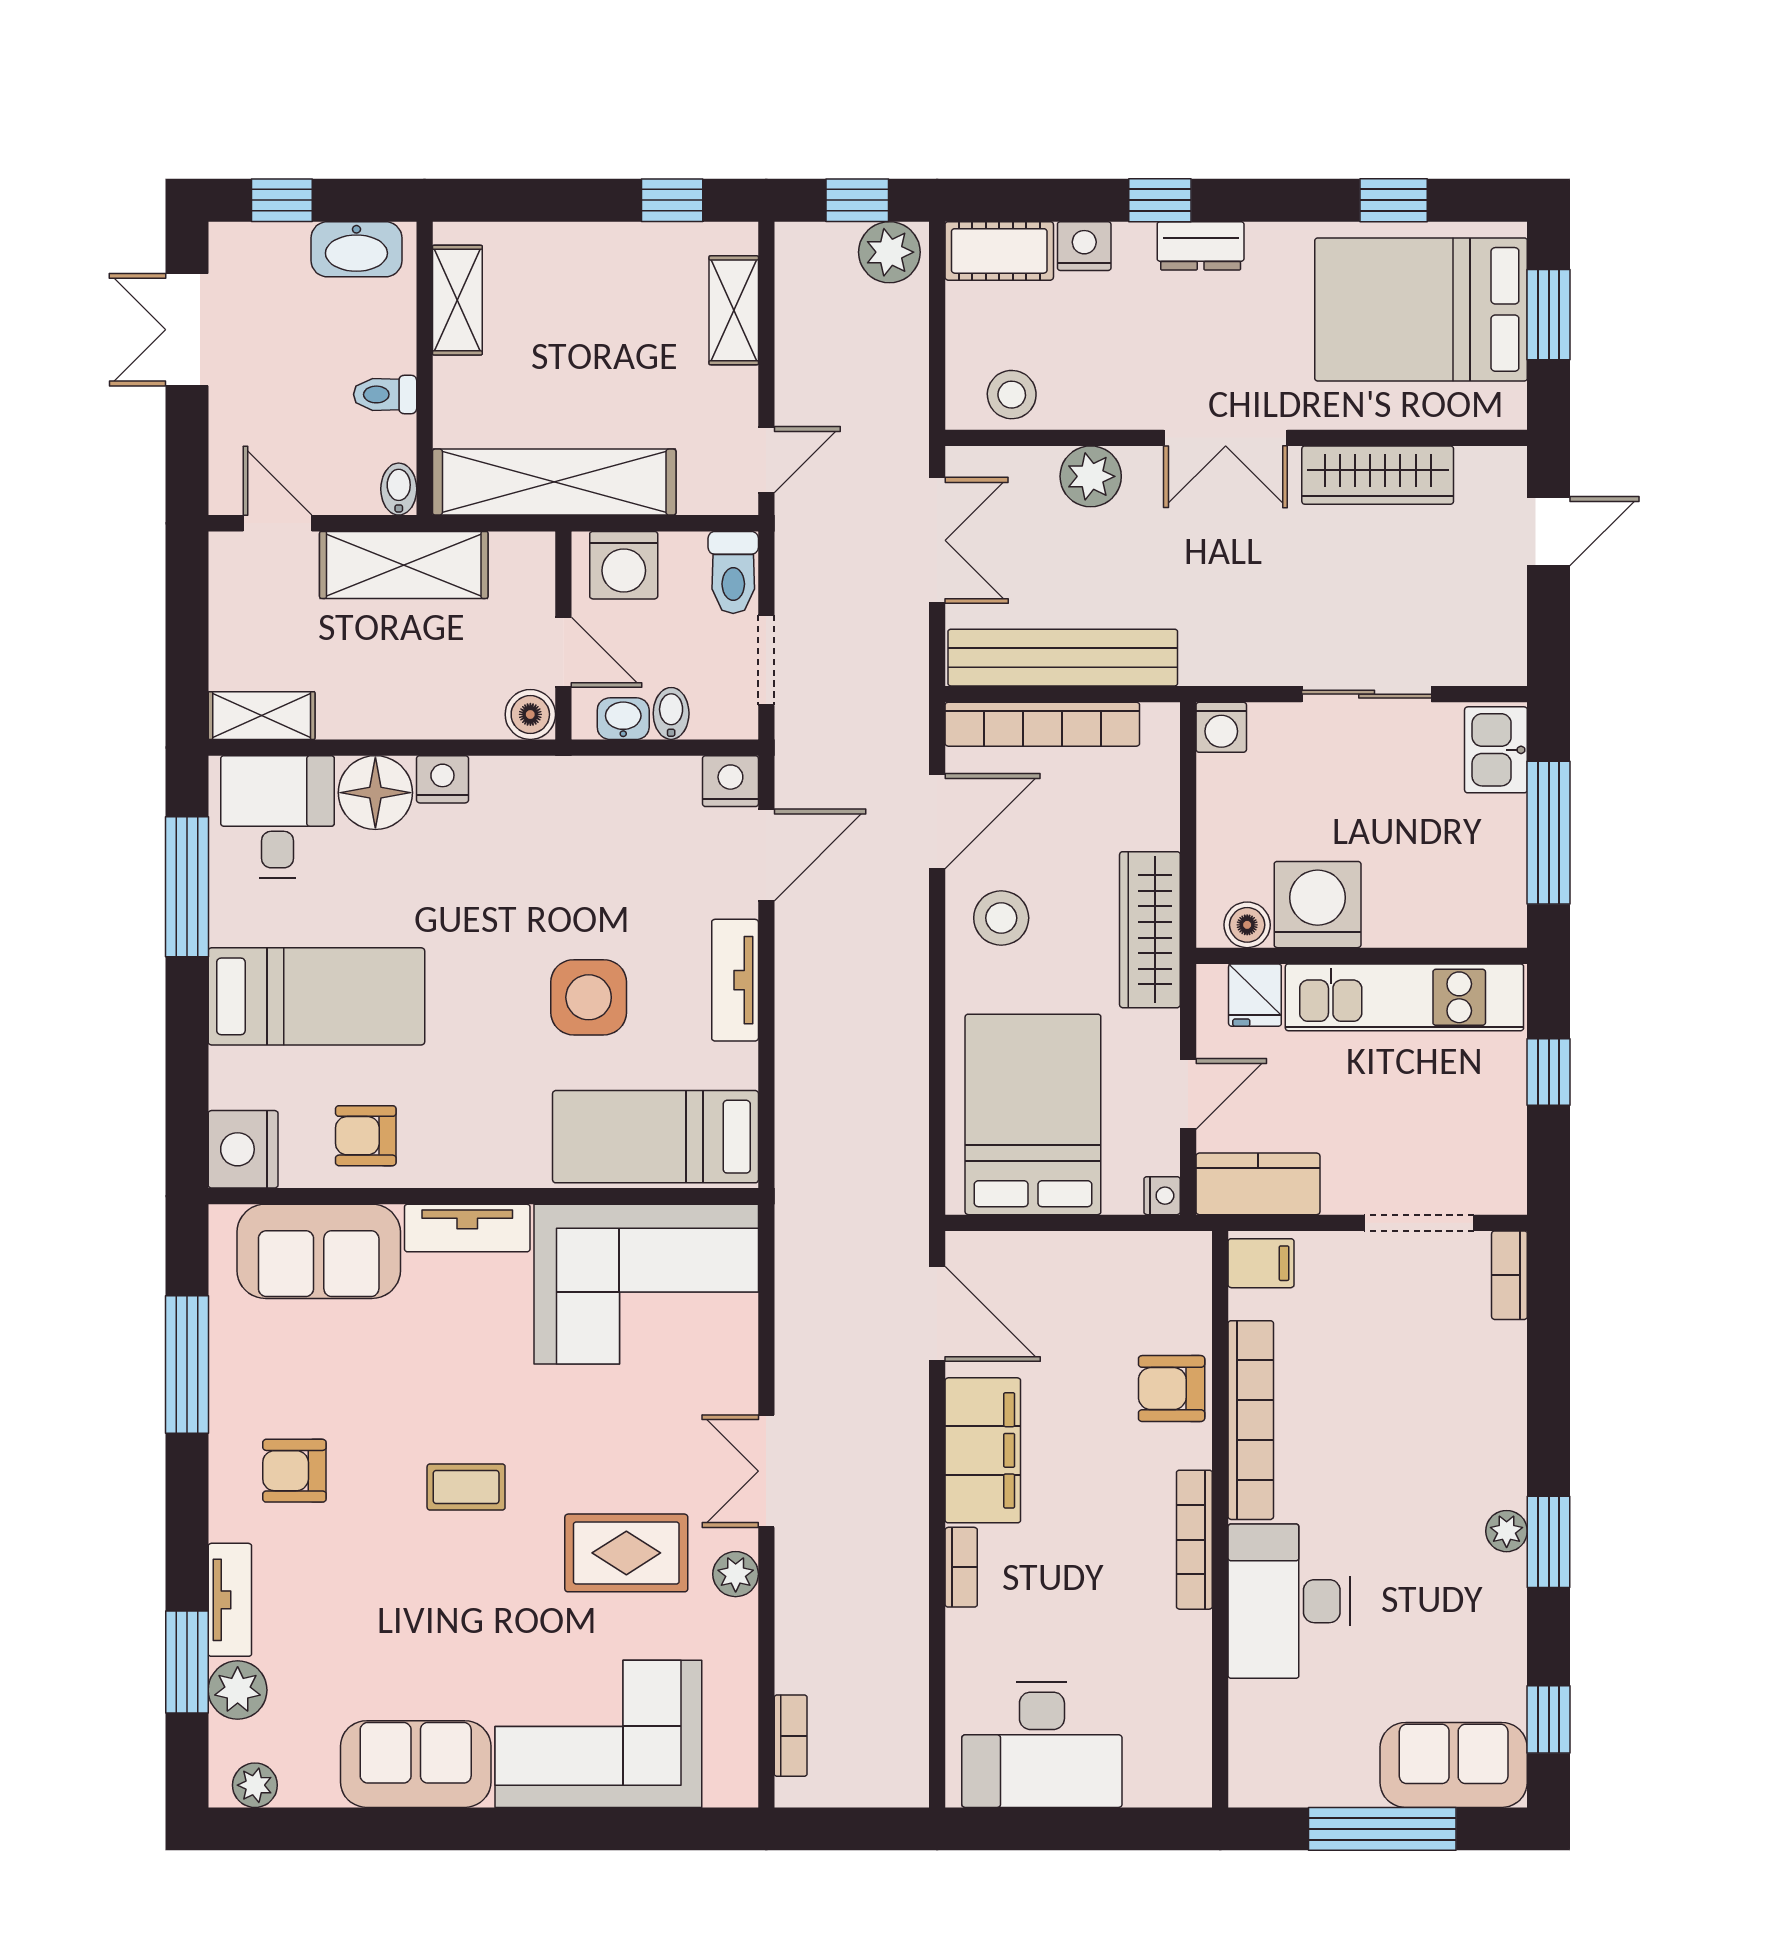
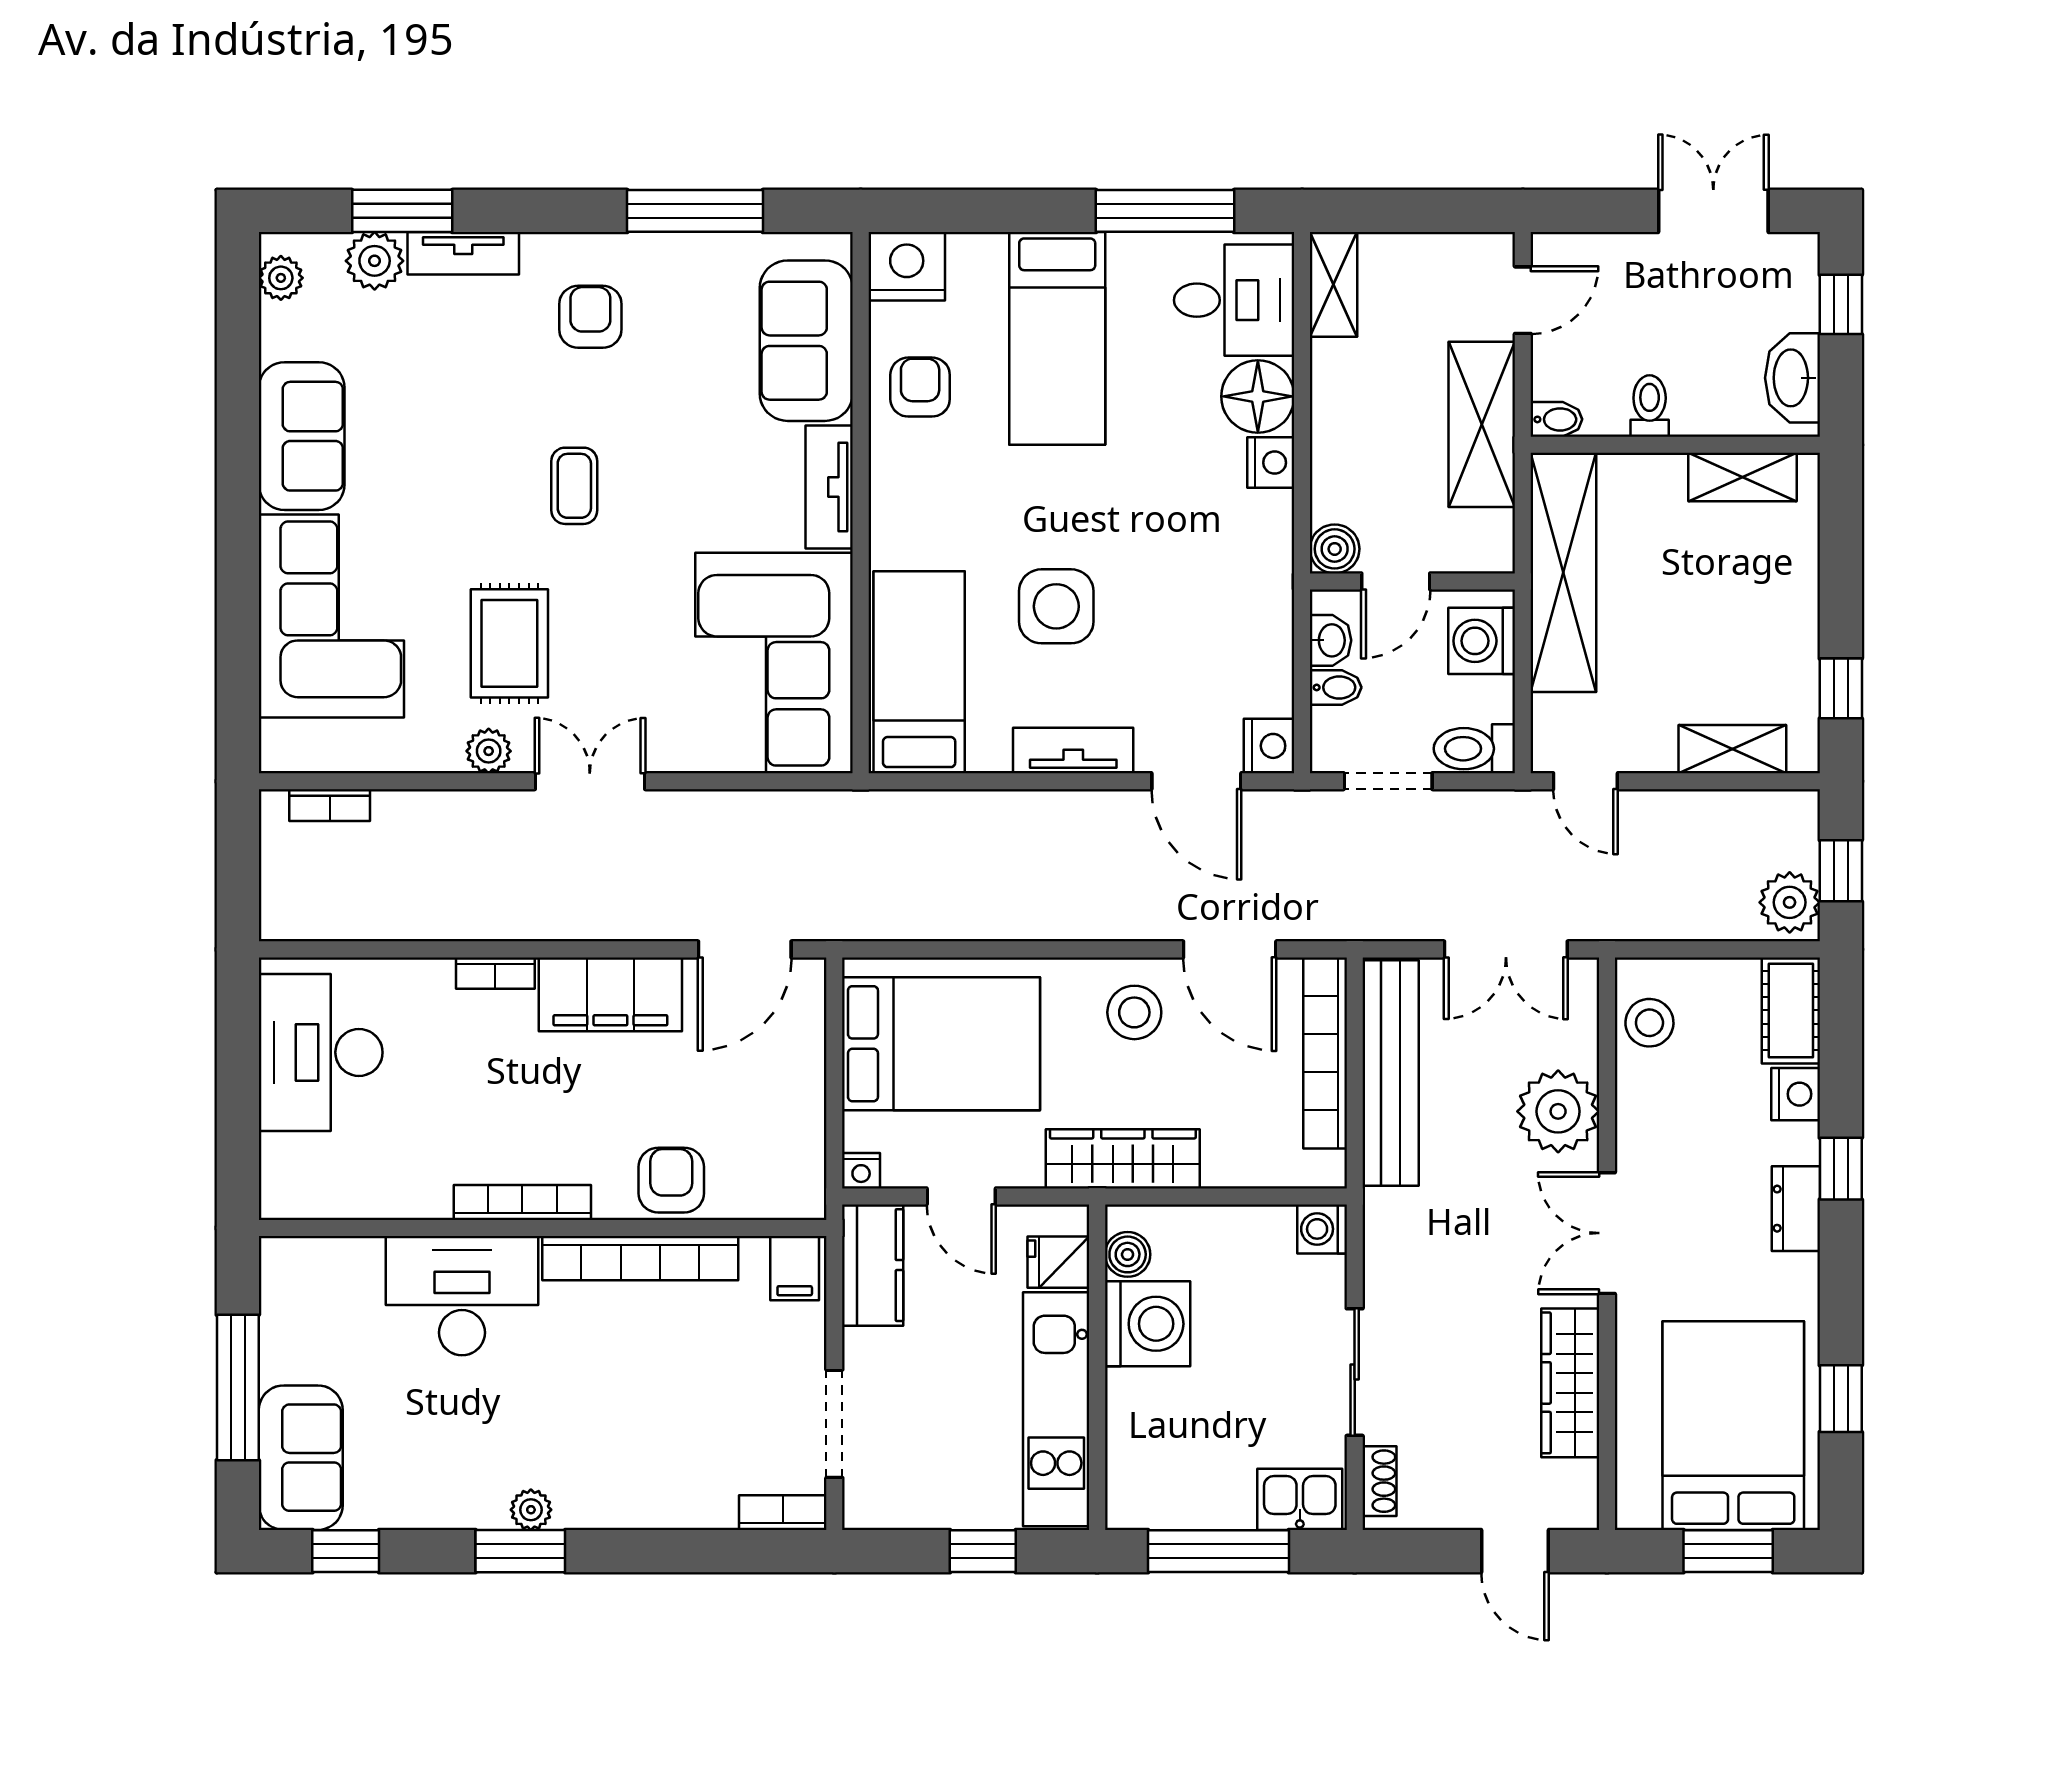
plant: (1091, 476) -> (1558, 1111), width x1.36, depth x1.36
shoe rack: (1477, 669) -> (1379, 1481), added

